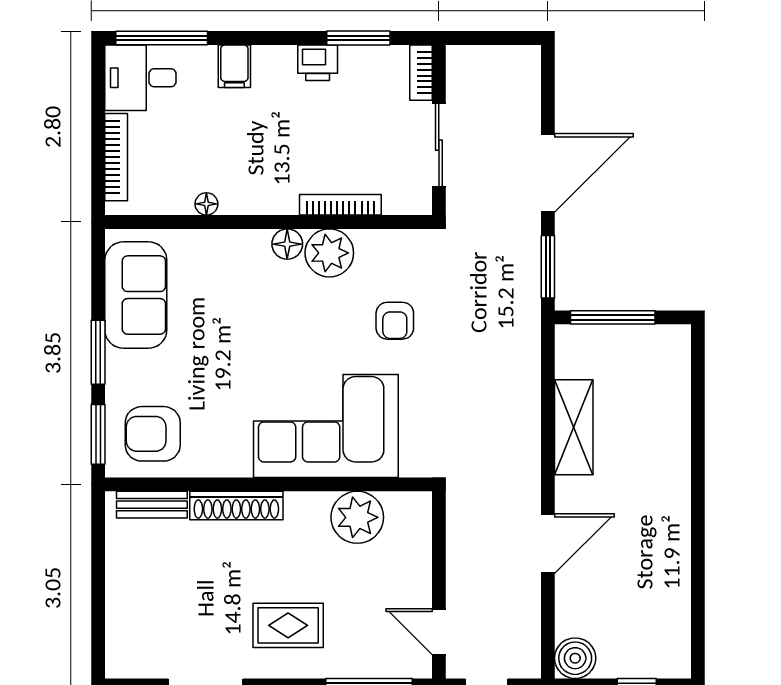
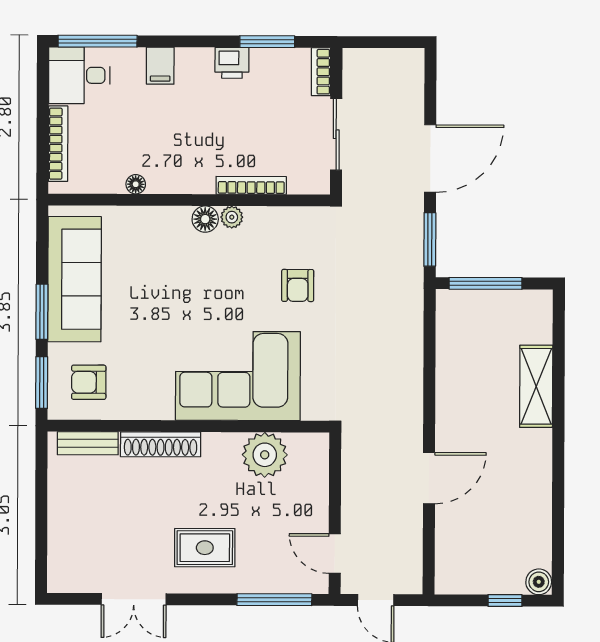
plant: (329, 253) -> (232, 217), width x0.53, depth x0.53
sofa: (136, 295) -> (75, 279), width x1.36
shelving: (574, 427) -> (536, 386), moved
armchair: (153, 434) -> (89, 382), width x0.72, depth x0.72
boiler: (575, 658) -> (539, 582), moved, width x0.73, depth x0.73

